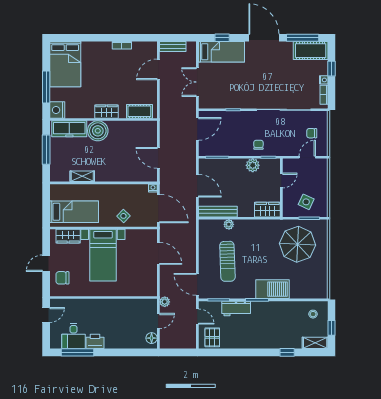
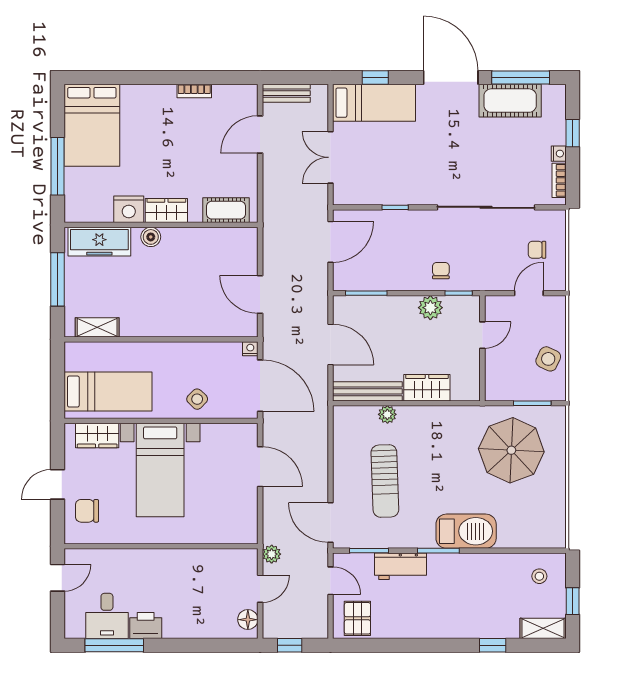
cot: (311, 51) -> (510, 101), moved
nightstand: (57, 110) -> (129, 209), moved, turned -90
boiler: (98, 131) -> (151, 237), width x0.54, depth x0.54
shelving: (82, 176) -> (97, 327), moved
side table: (306, 202) -> (548, 359), moved
wardrobe: (267, 210) -> (427, 388), moved
window: (175, 352) -> (290, 645), added

